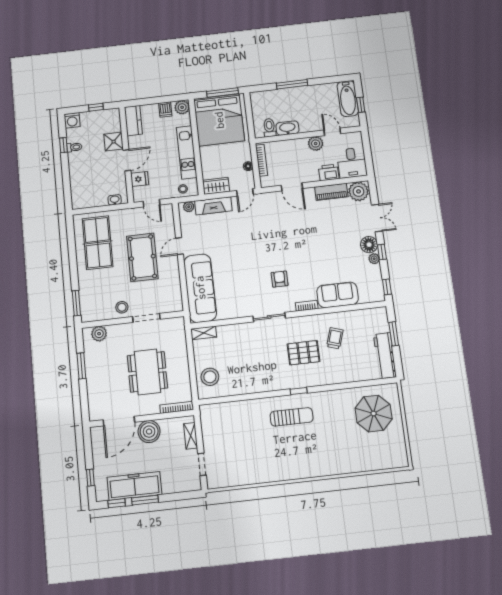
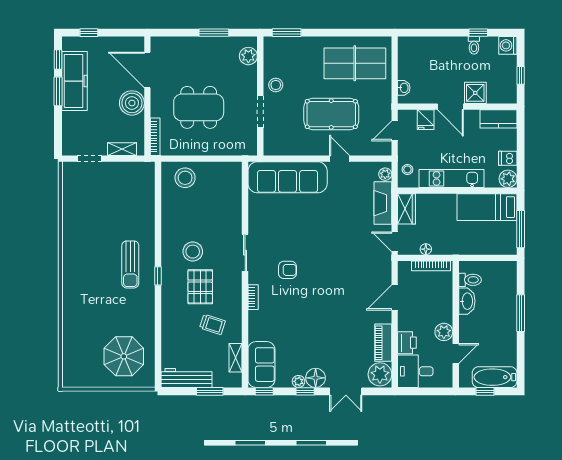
bed: (219, 120) -> (487, 207), width x0.49
sofa: (338, 295) -> (261, 365), moved
shelving: (204, 333) -> (236, 358), moved
stool: (274, 363) -> (193, 252), added

